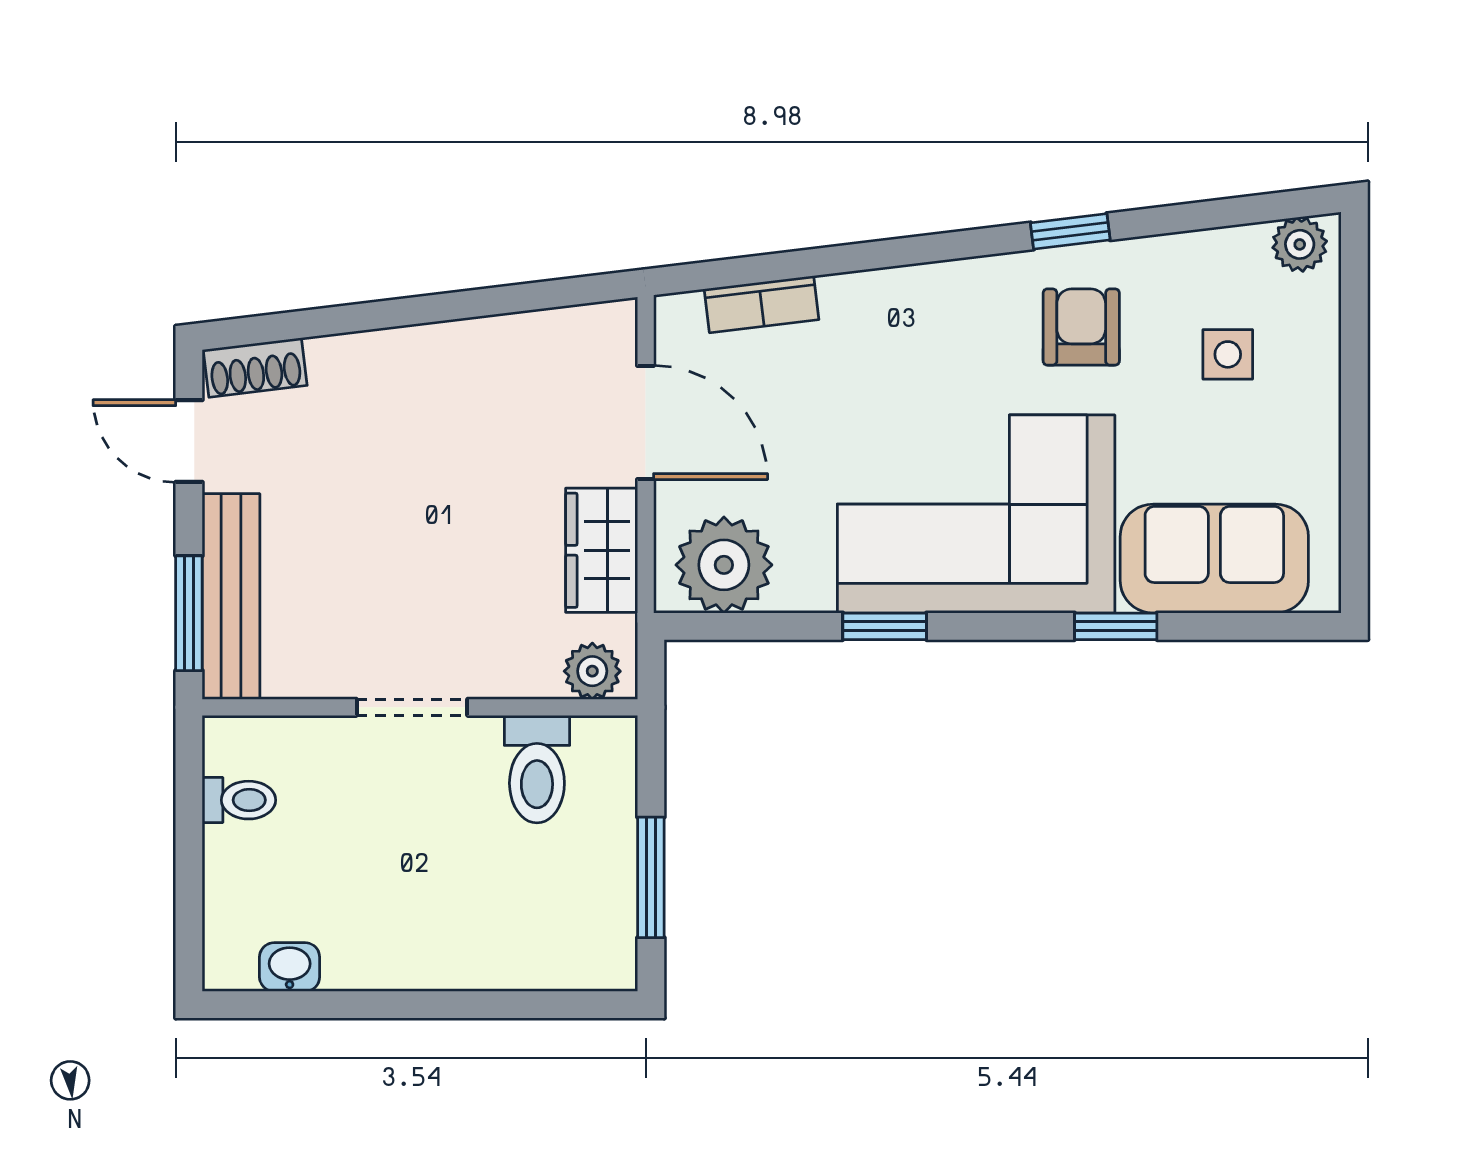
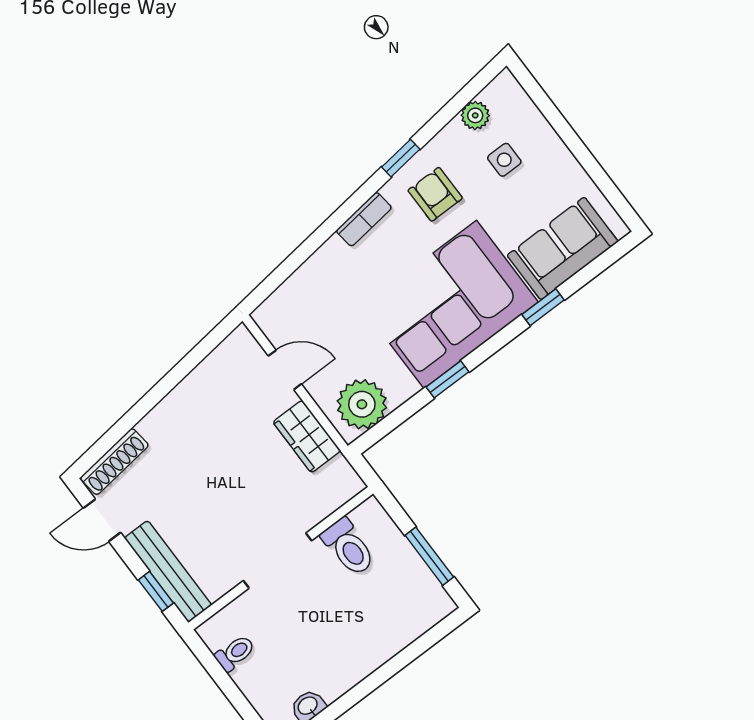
plant: (1300, 244) -> (475, 115), moved
bookcase: (762, 304) -> (364, 219), moved
shoe rack: (255, 368) -> (114, 462), width x1.43
door: (646, 422) -> (285, 370), width x0.73
window: (189, 613) -> (156, 591), width x0.67
plant: (592, 671) -> (341, 489), removed
doorway: (412, 707) -> (277, 561), width x1.38

